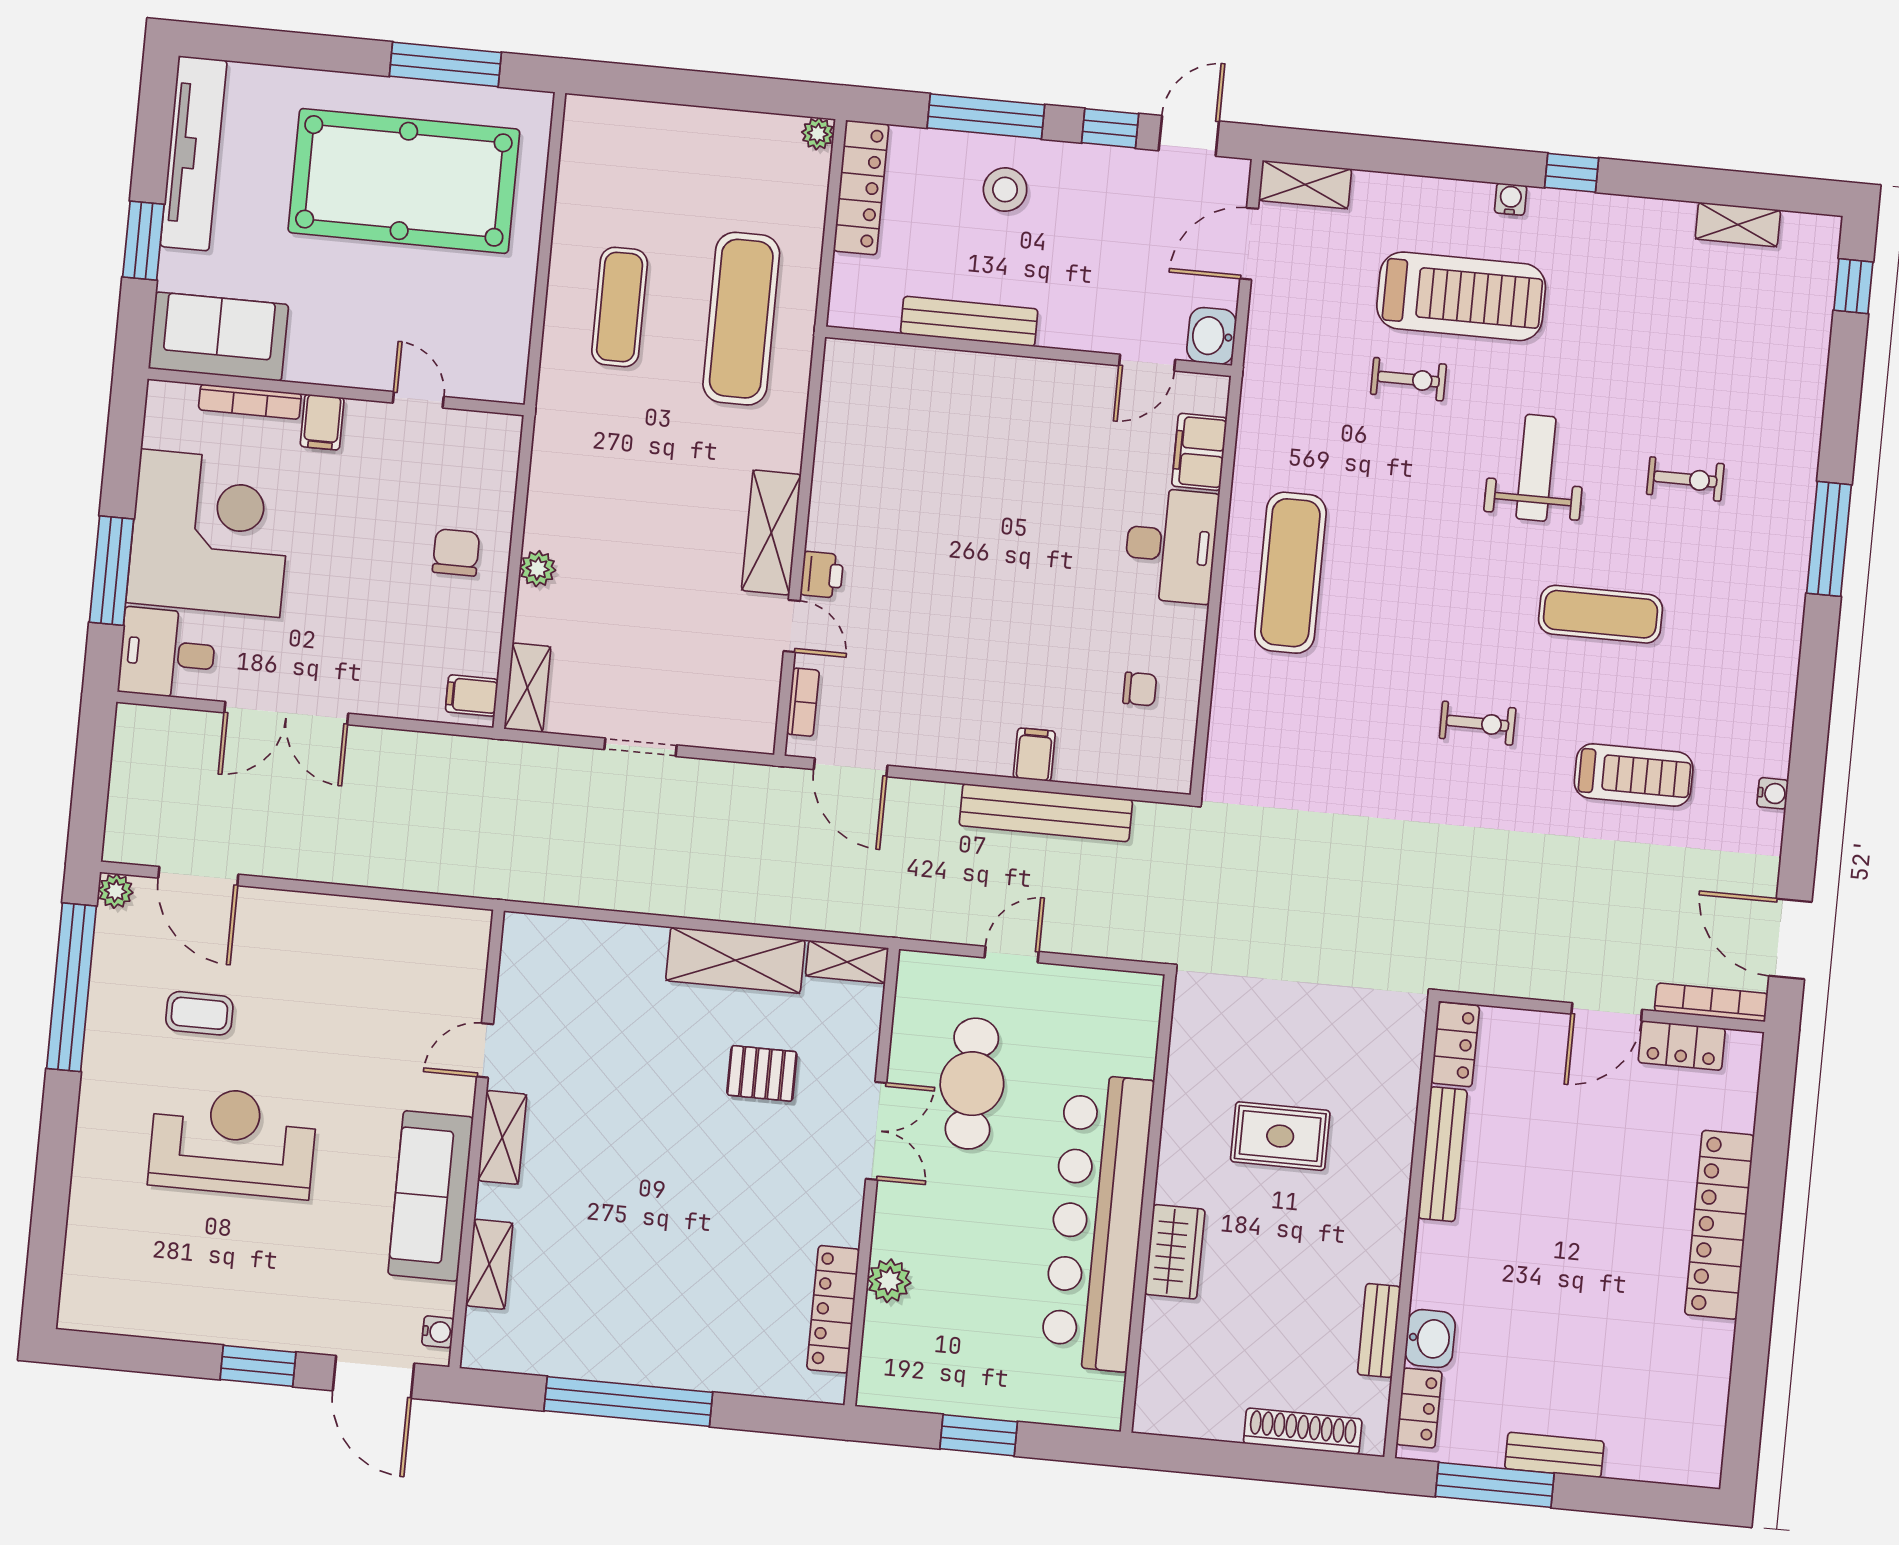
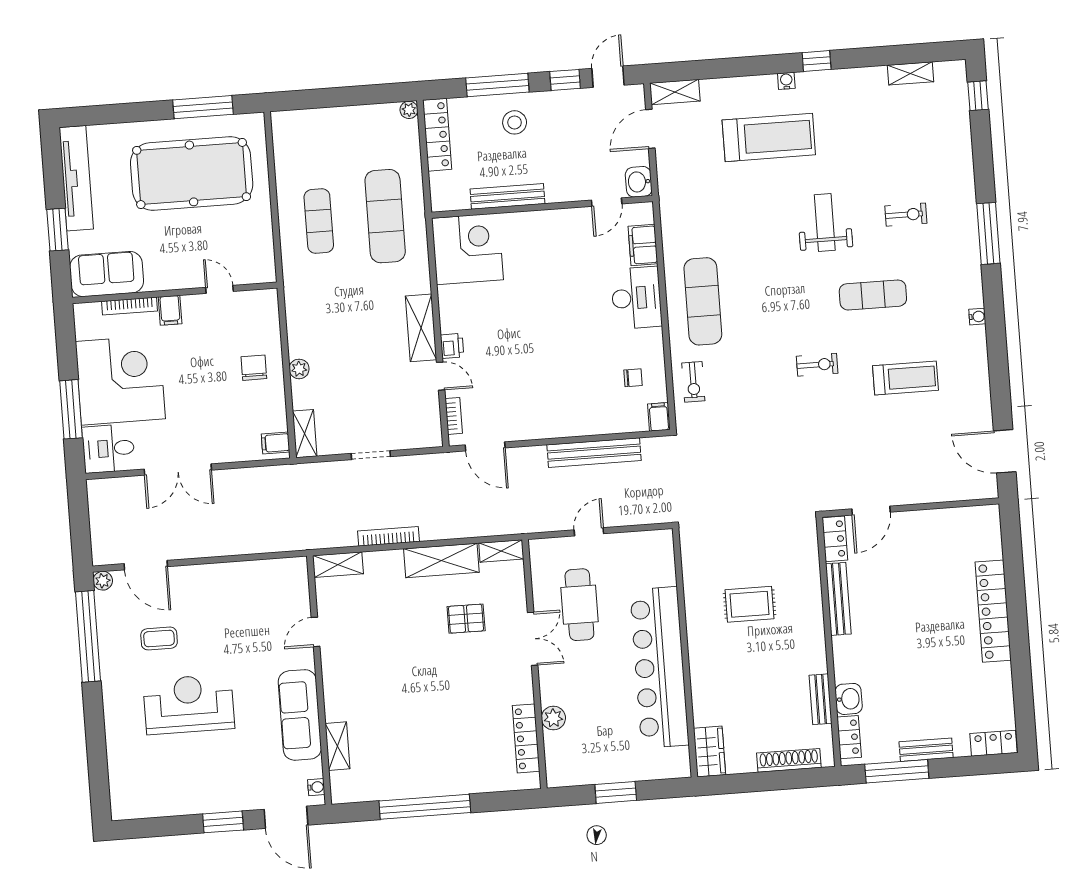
exercise bike: (1408, 379) -> (693, 382), moved, turned 90
corner desk: (880, 404) -> (468, 249), added
filing cabinet: (1034, 755) -> (659, 417), moved
water cooler: (1773, 793) -> (977, 317), moved
bookcase: (1711, 1002) -> (388, 536), moved
door: (1607, 1012) -> (871, 511), moved
locker: (1682, 1045) -> (994, 743), moved, turned 180
shelving: (502, 1137) -> (338, 565), moved, turned 90
wardrobe: (1175, 1252) -> (710, 751), moved

